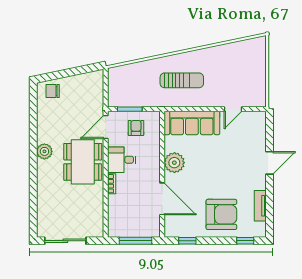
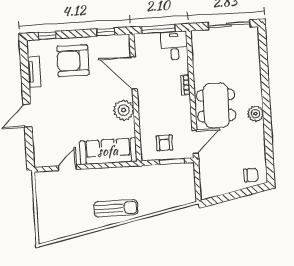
sun lounger: (182, 80) -> (116, 208), moved, turned 180
desk: (122, 160) -> (174, 45), moved, turned -90

